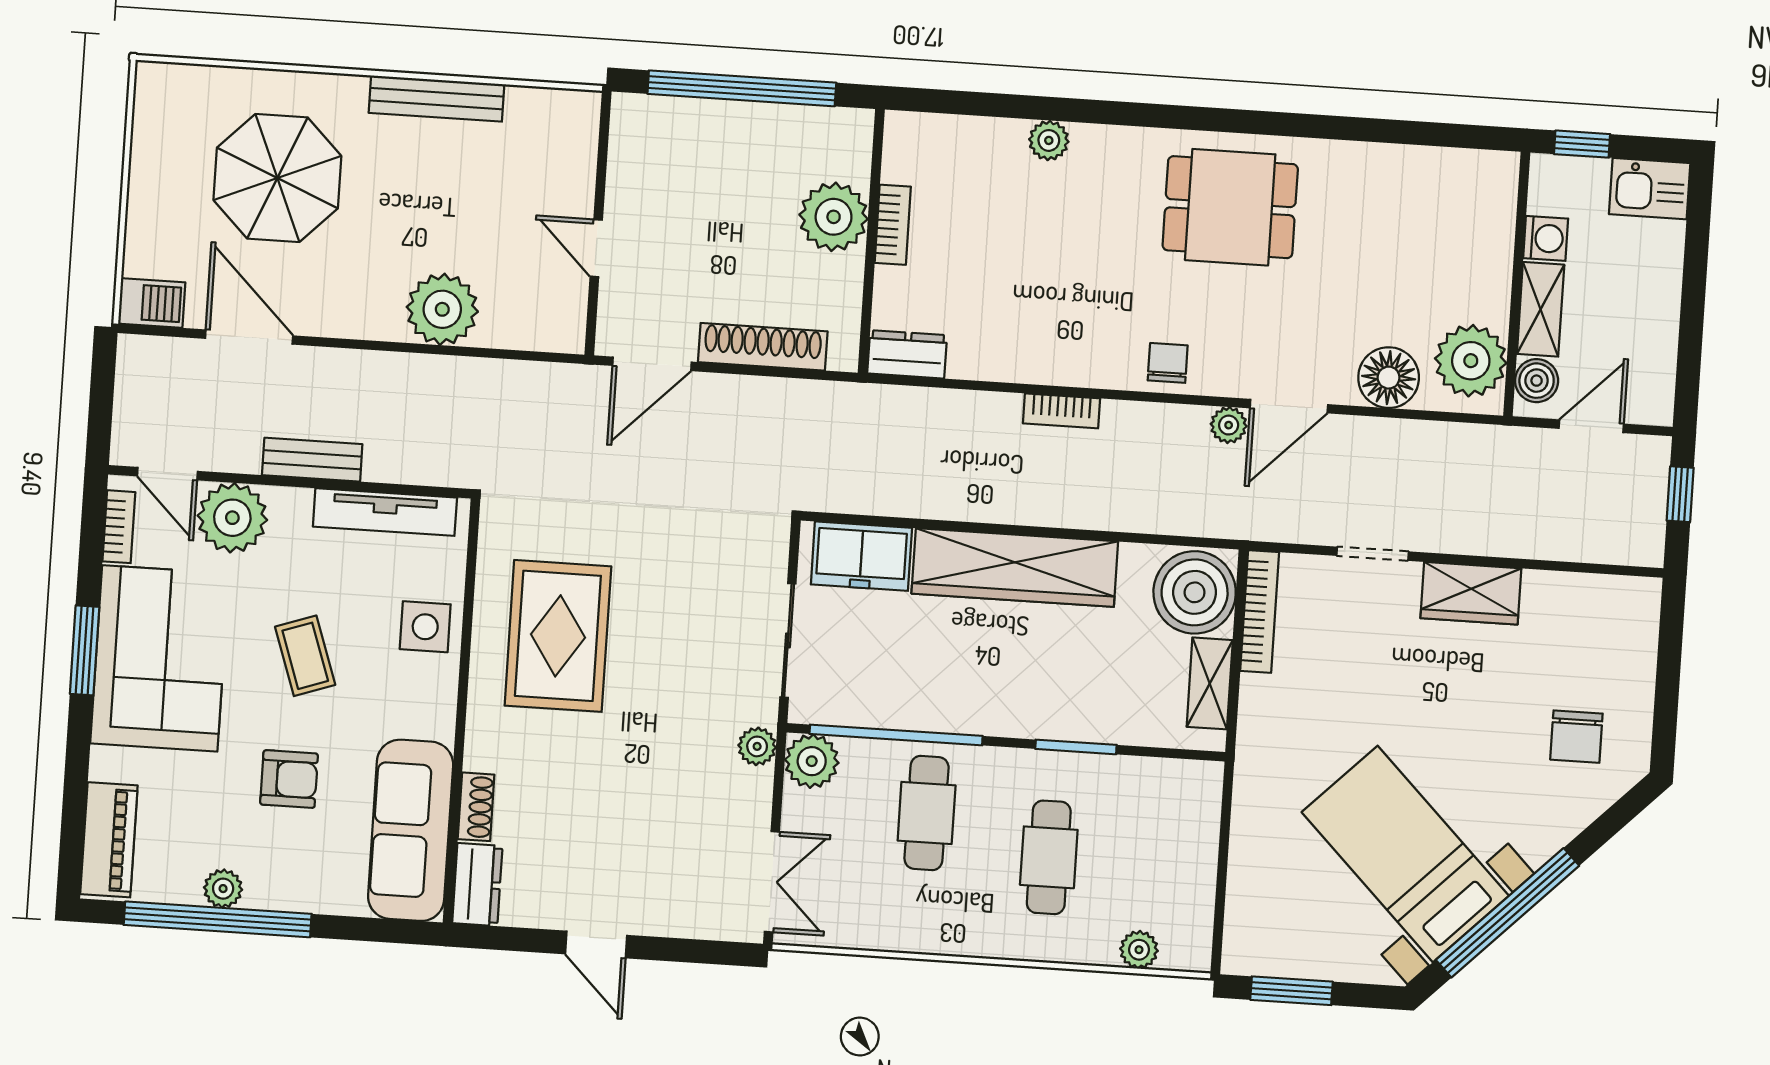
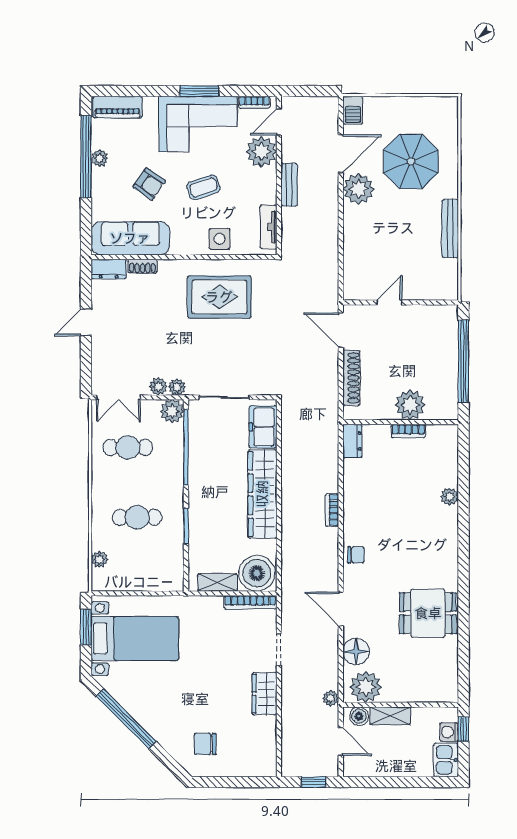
dining table: (1230, 207) -> (428, 613), moved, turned 90
washing machine: (1546, 238) -> (449, 732), moved, turned 90
plant: (442, 309) -> (358, 189), moved
plant: (1229, 425) -> (331, 698), moved
tv unit: (385, 512) -> (268, 227), width x0.71
armchair: (289, 779) -> (149, 184), turned -56
plant: (753, 789) -> (158, 387), added
cafe table: (927, 813) -> (128, 447), moved
bed with nightstands: (1405, 854) -> (135, 639), moved, turned 45

